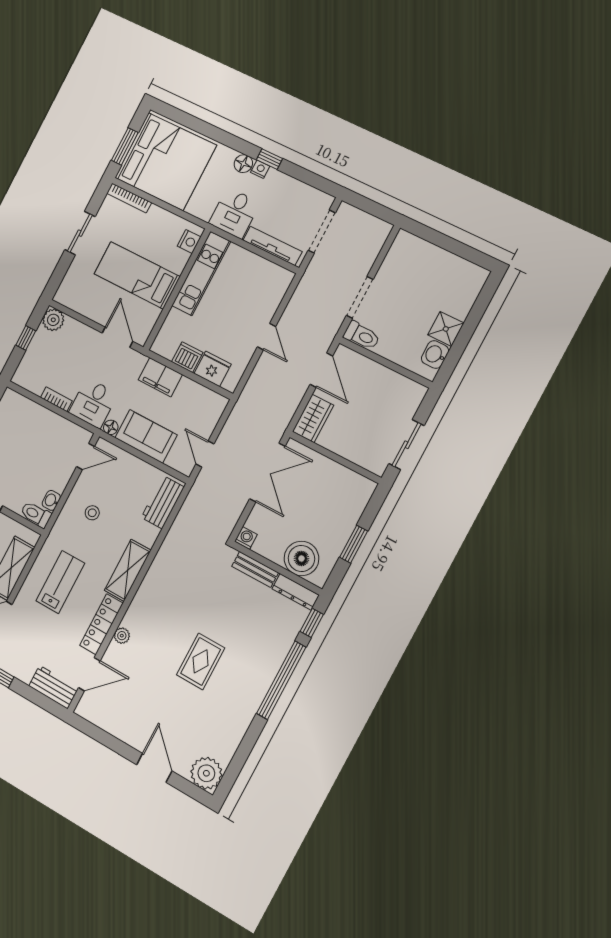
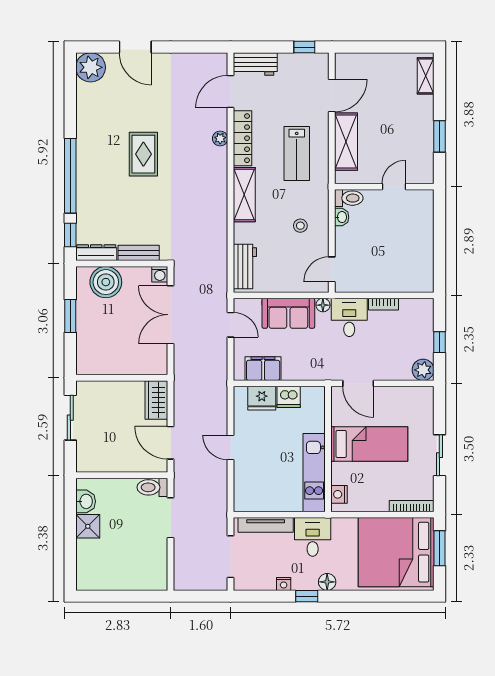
nightstand: (260, 169) -> (284, 584), moved
filing cabinet: (160, 377) -> (263, 369), moved
double door: (267, 472) -> (171, 315), moved

